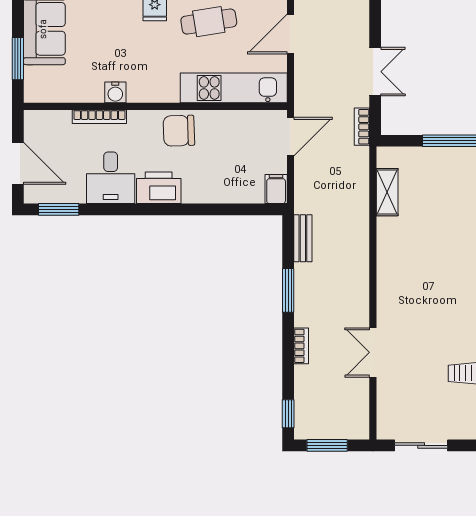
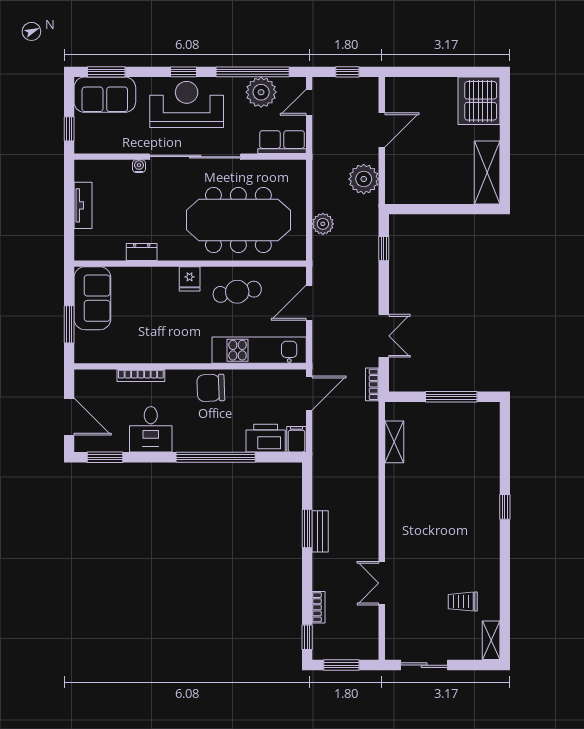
water cooler: (115, 92) -> (155, 354), removed
printer: (159, 188) -> (266, 438), moved
window: (184, 209) -> (216, 457), added
bench: (303, 238) -> (320, 531), moved
bookcase: (301, 346) -> (318, 607), moved

